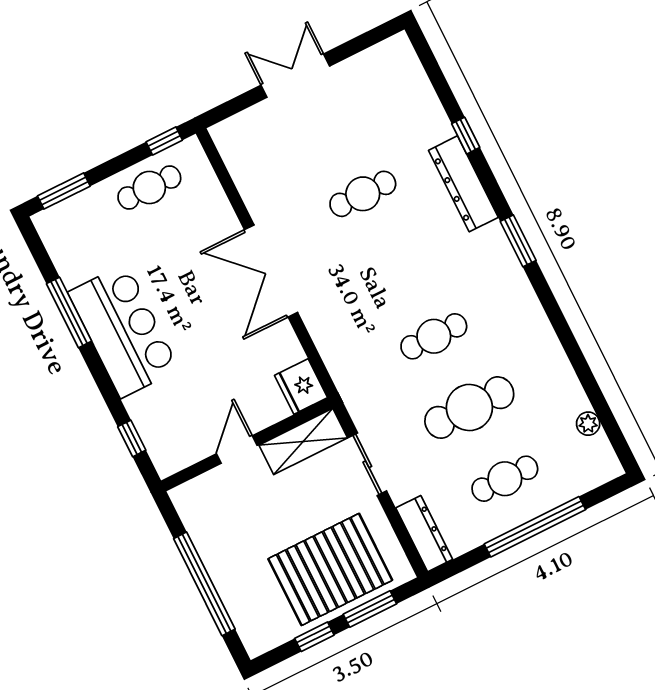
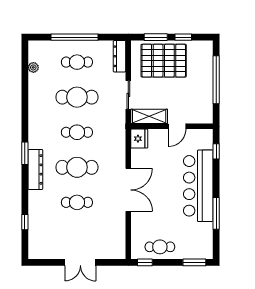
window: (466, 136) -> (25, 222), moved
dresser: (463, 184) -> (35, 169), moved
cafe table: (398, 265) -> (77, 167), added
bar counter: (124, 331) -> (198, 186), width x1.36

